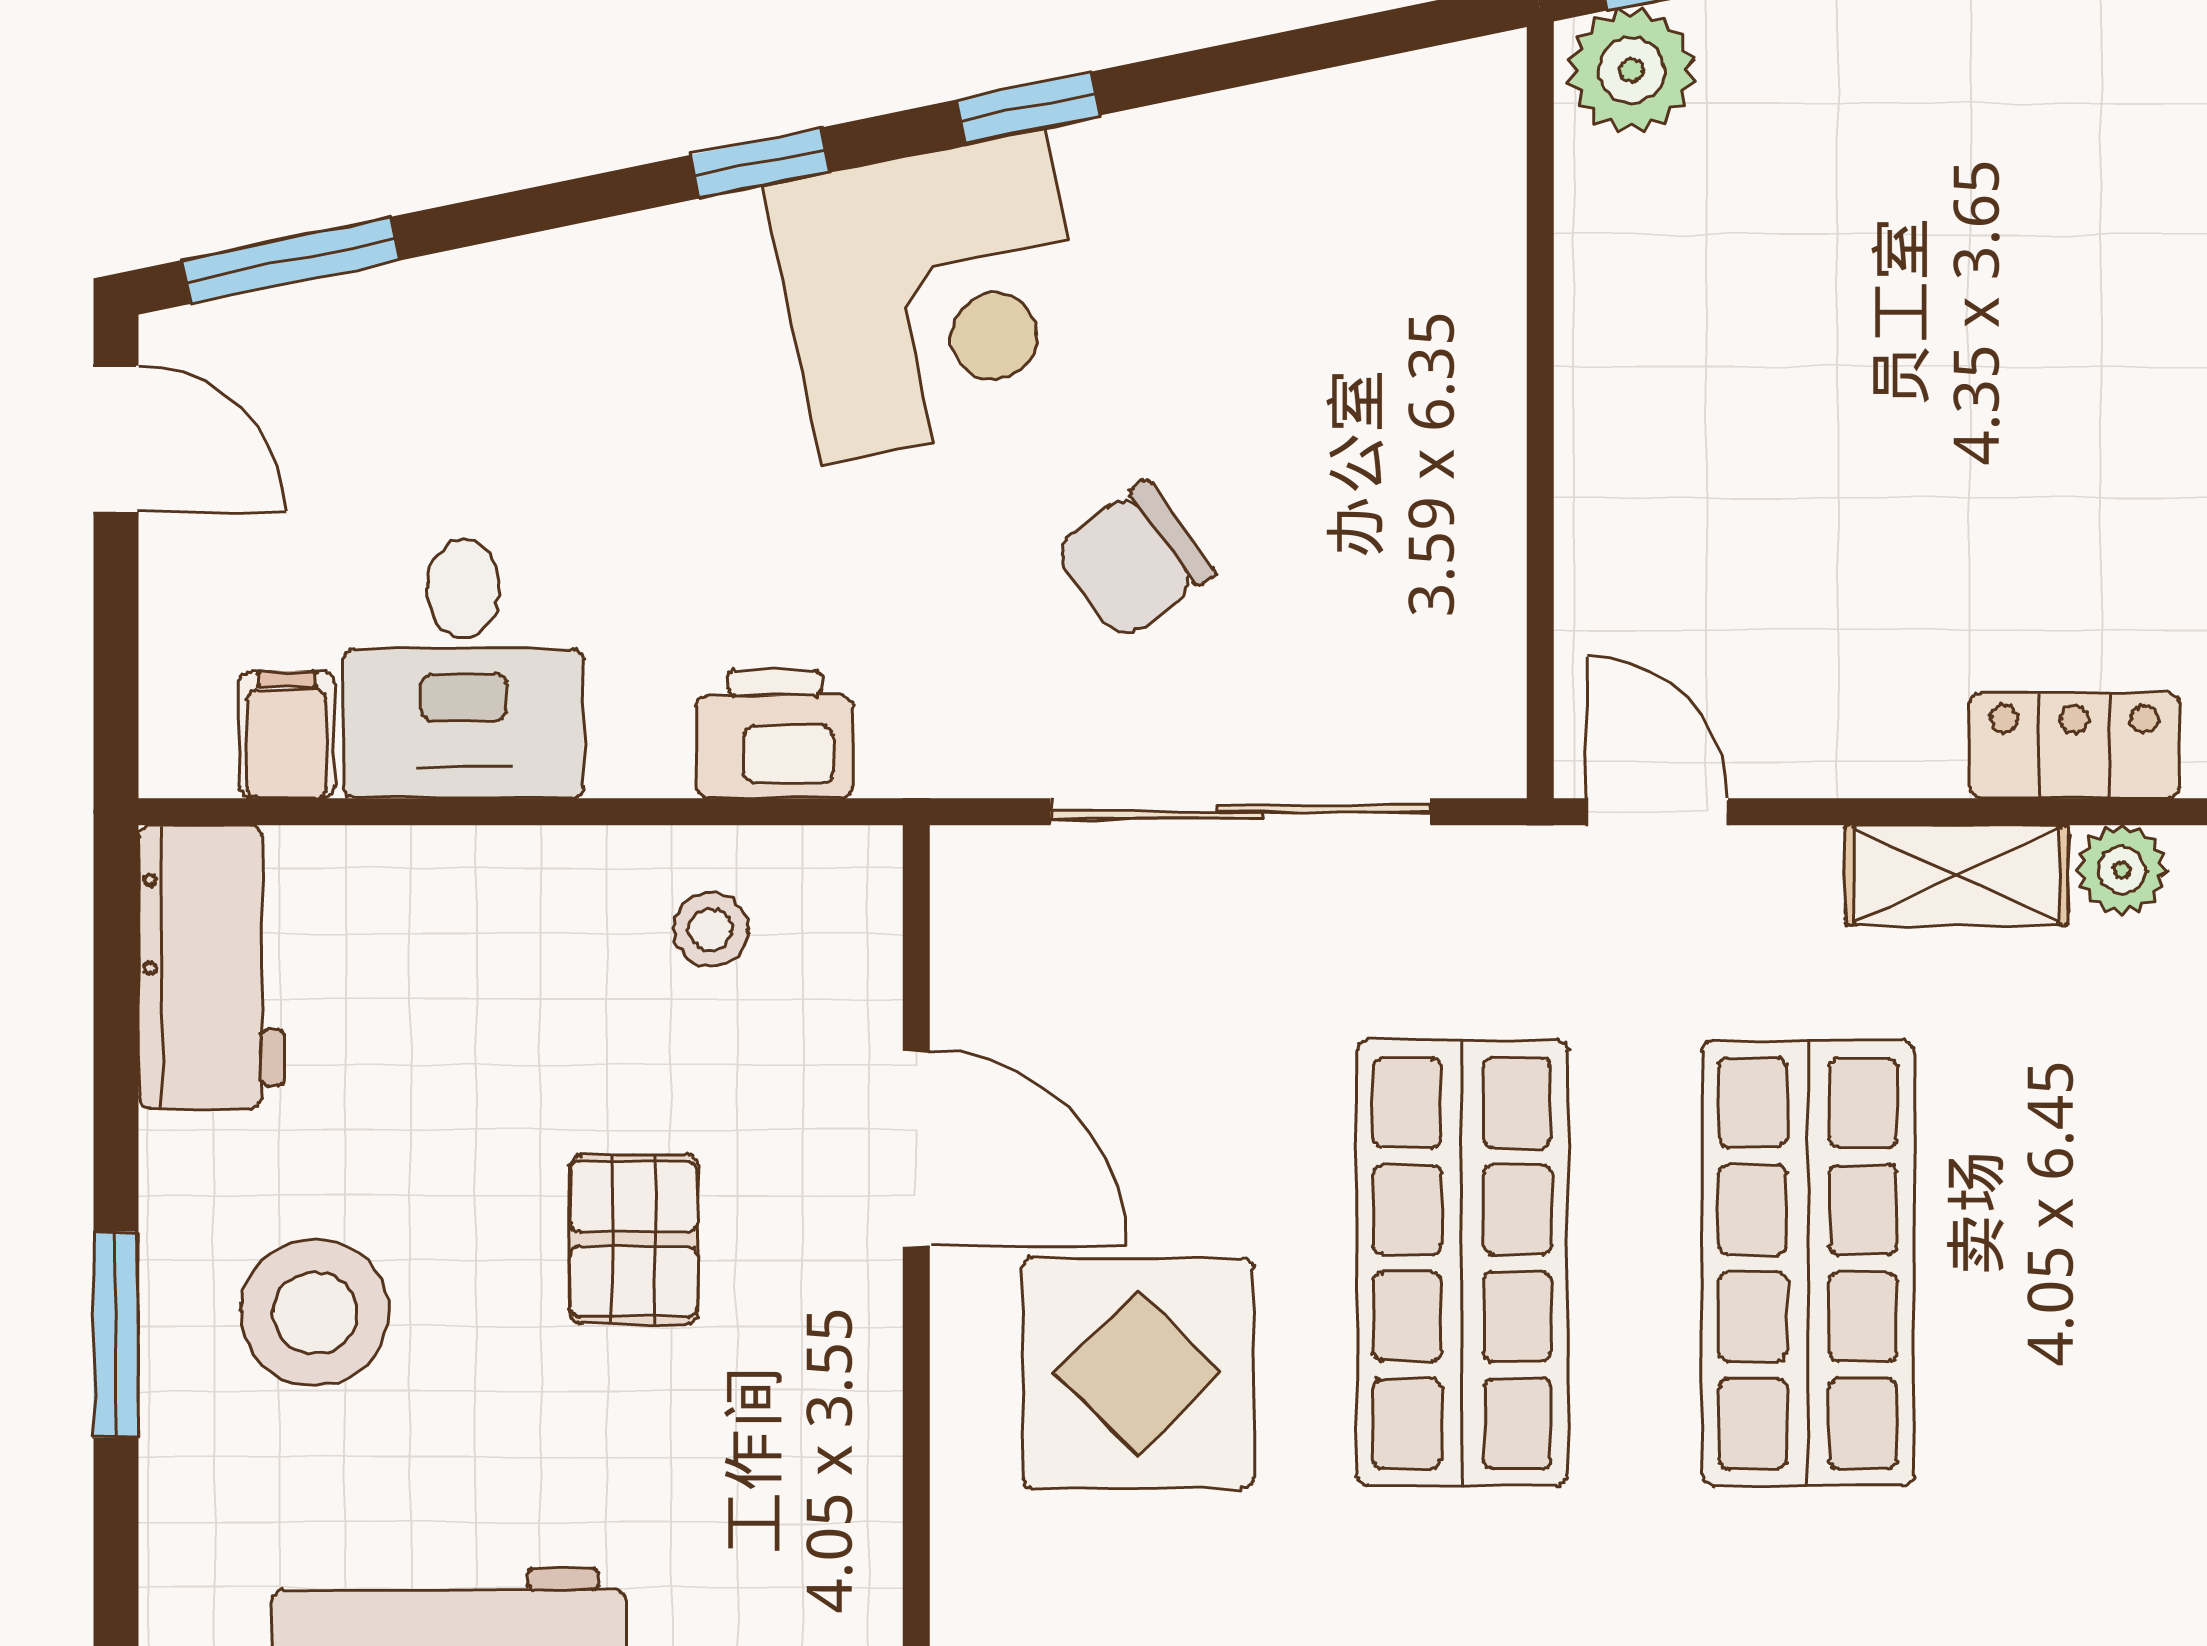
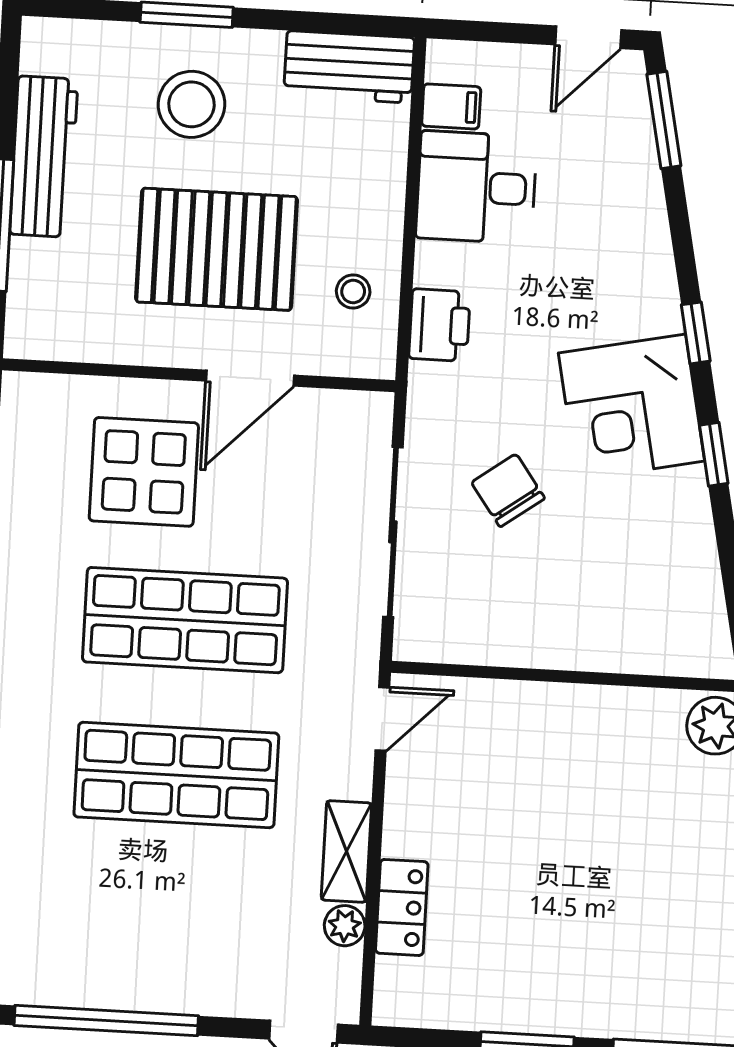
pallet: (634, 1239) -> (217, 249), width x2.05, depth x2.00

